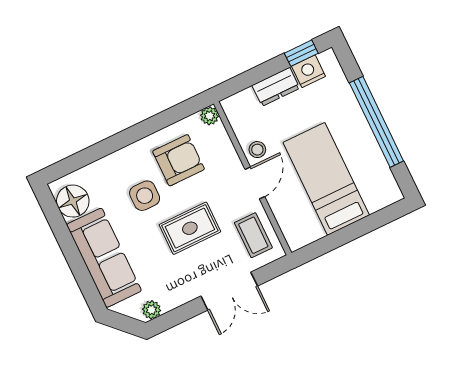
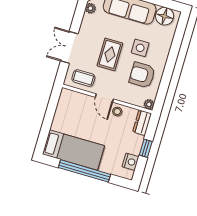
window: (301, 53) -> (146, 148), moved
dresser: (276, 87) -> (142, 123), moved
armchair: (179, 160) -> (142, 75), turned 90
bed: (326, 179) -> (73, 150), moved

